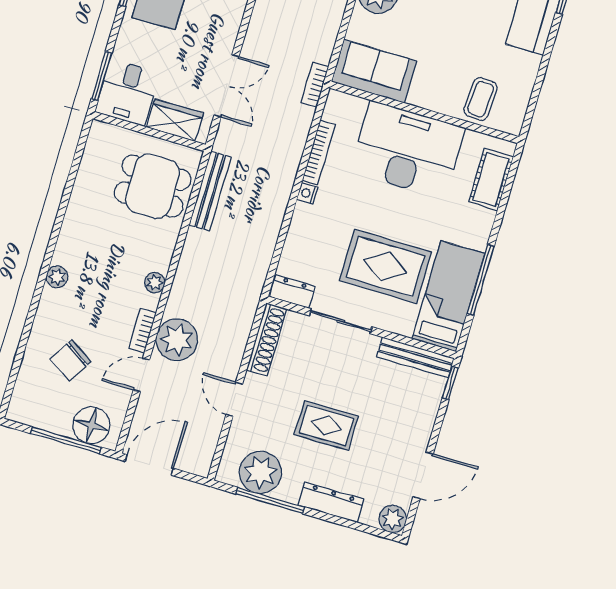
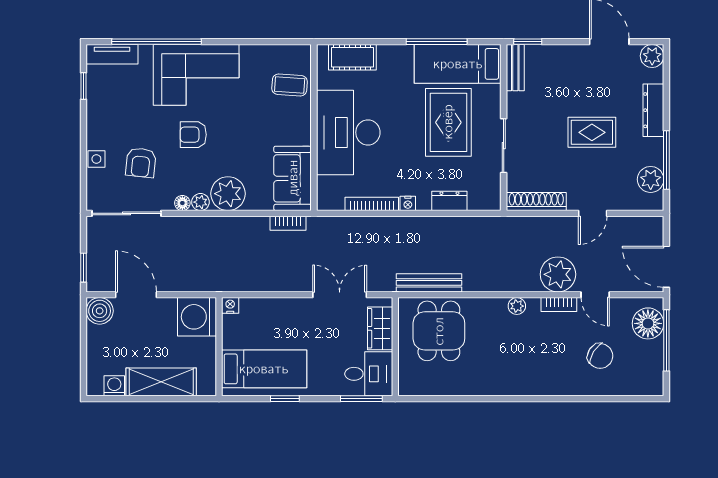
bookcase: (315, 85) -> (288, 223), moved
plant: (57, 277) -> (536, 387), removed
dresser: (292, 292) -> (449, 201), moved, turned 90
bench: (415, 357) -> (515, 68), width x0.73
rug: (326, 425) -> (592, 132), turned 90
plant: (260, 472) -> (651, 179), width x0.73, depth x0.73

